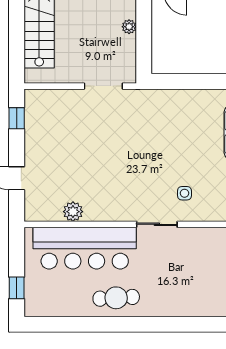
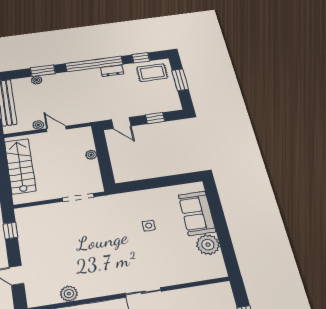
side table: (184, 193) -> (149, 226), moved

